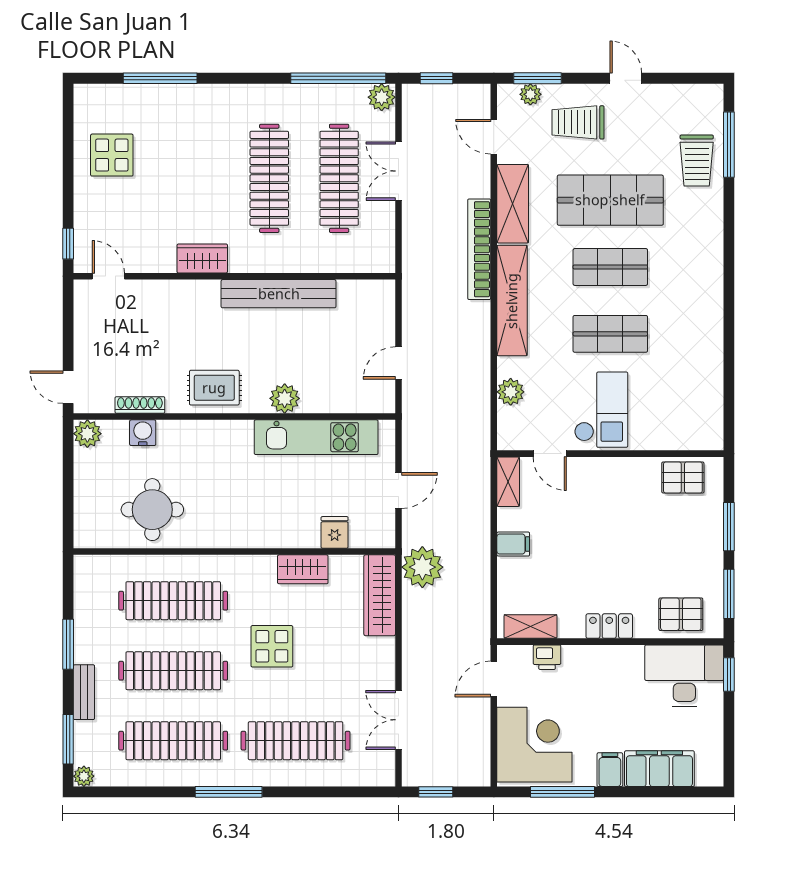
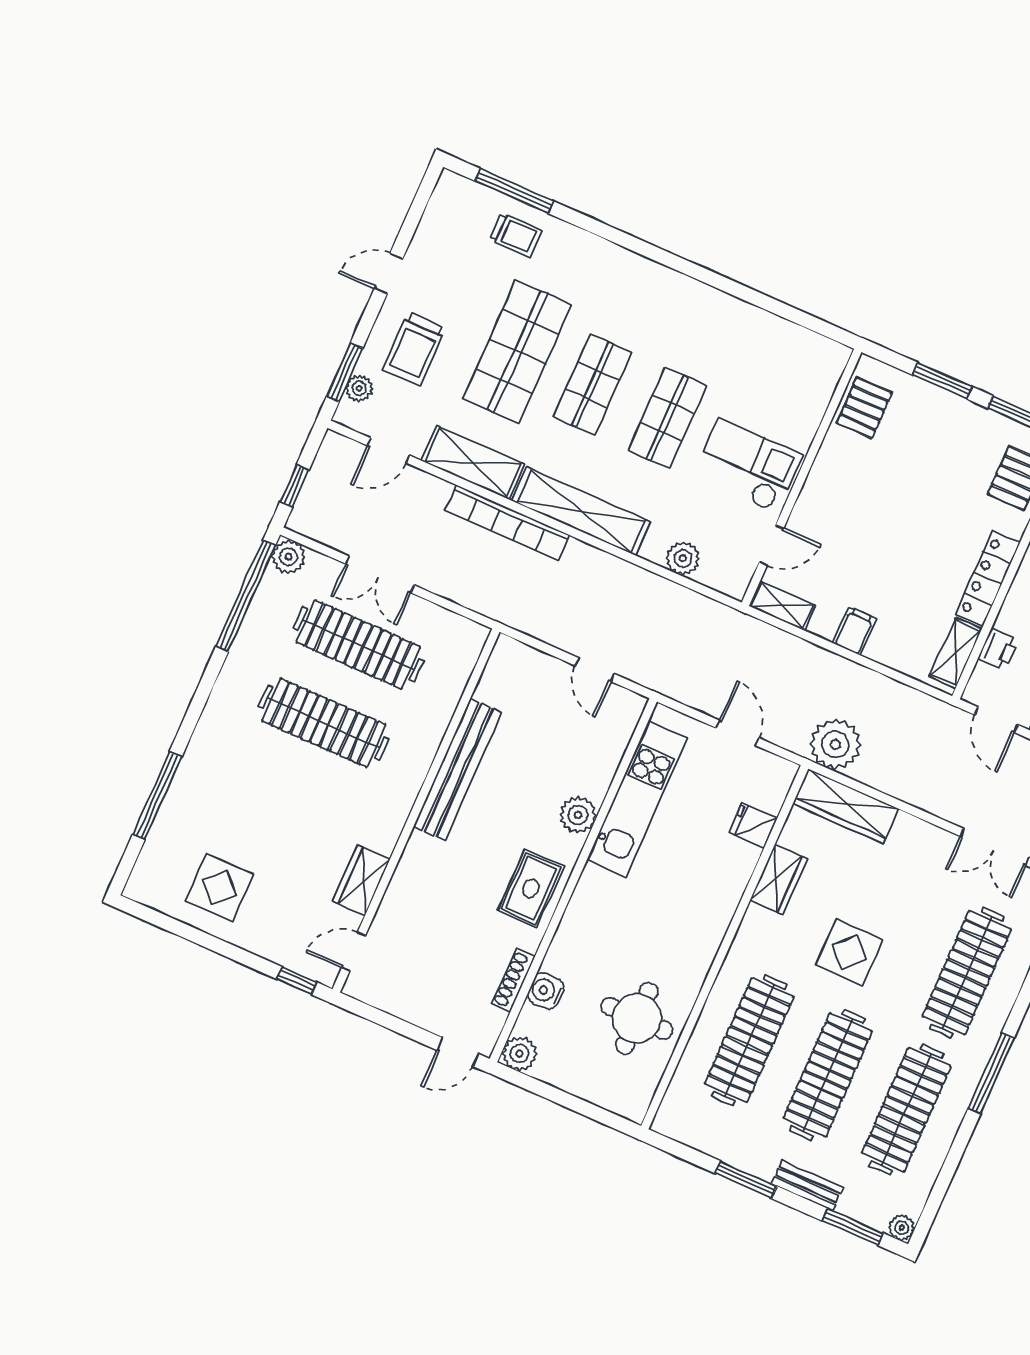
trolley: (697, 160) -> (516, 235), width x0.73, depth x0.72
wardrobe: (202, 258) -> (361, 880), moved
locker: (609, 626) -> (988, 579), width x1.53

